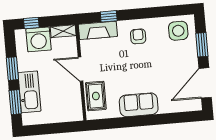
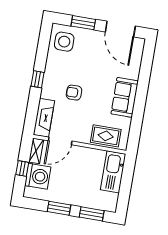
window: (109, 16) -> (38, 79), moved
window: (31, 23) -> (22, 169), moved
armchair: (138, 36) -> (74, 93), moved
door: (81, 69) -> (60, 141), moved
kitchen sink: (29, 92) -> (113, 172), moved, turned -90

